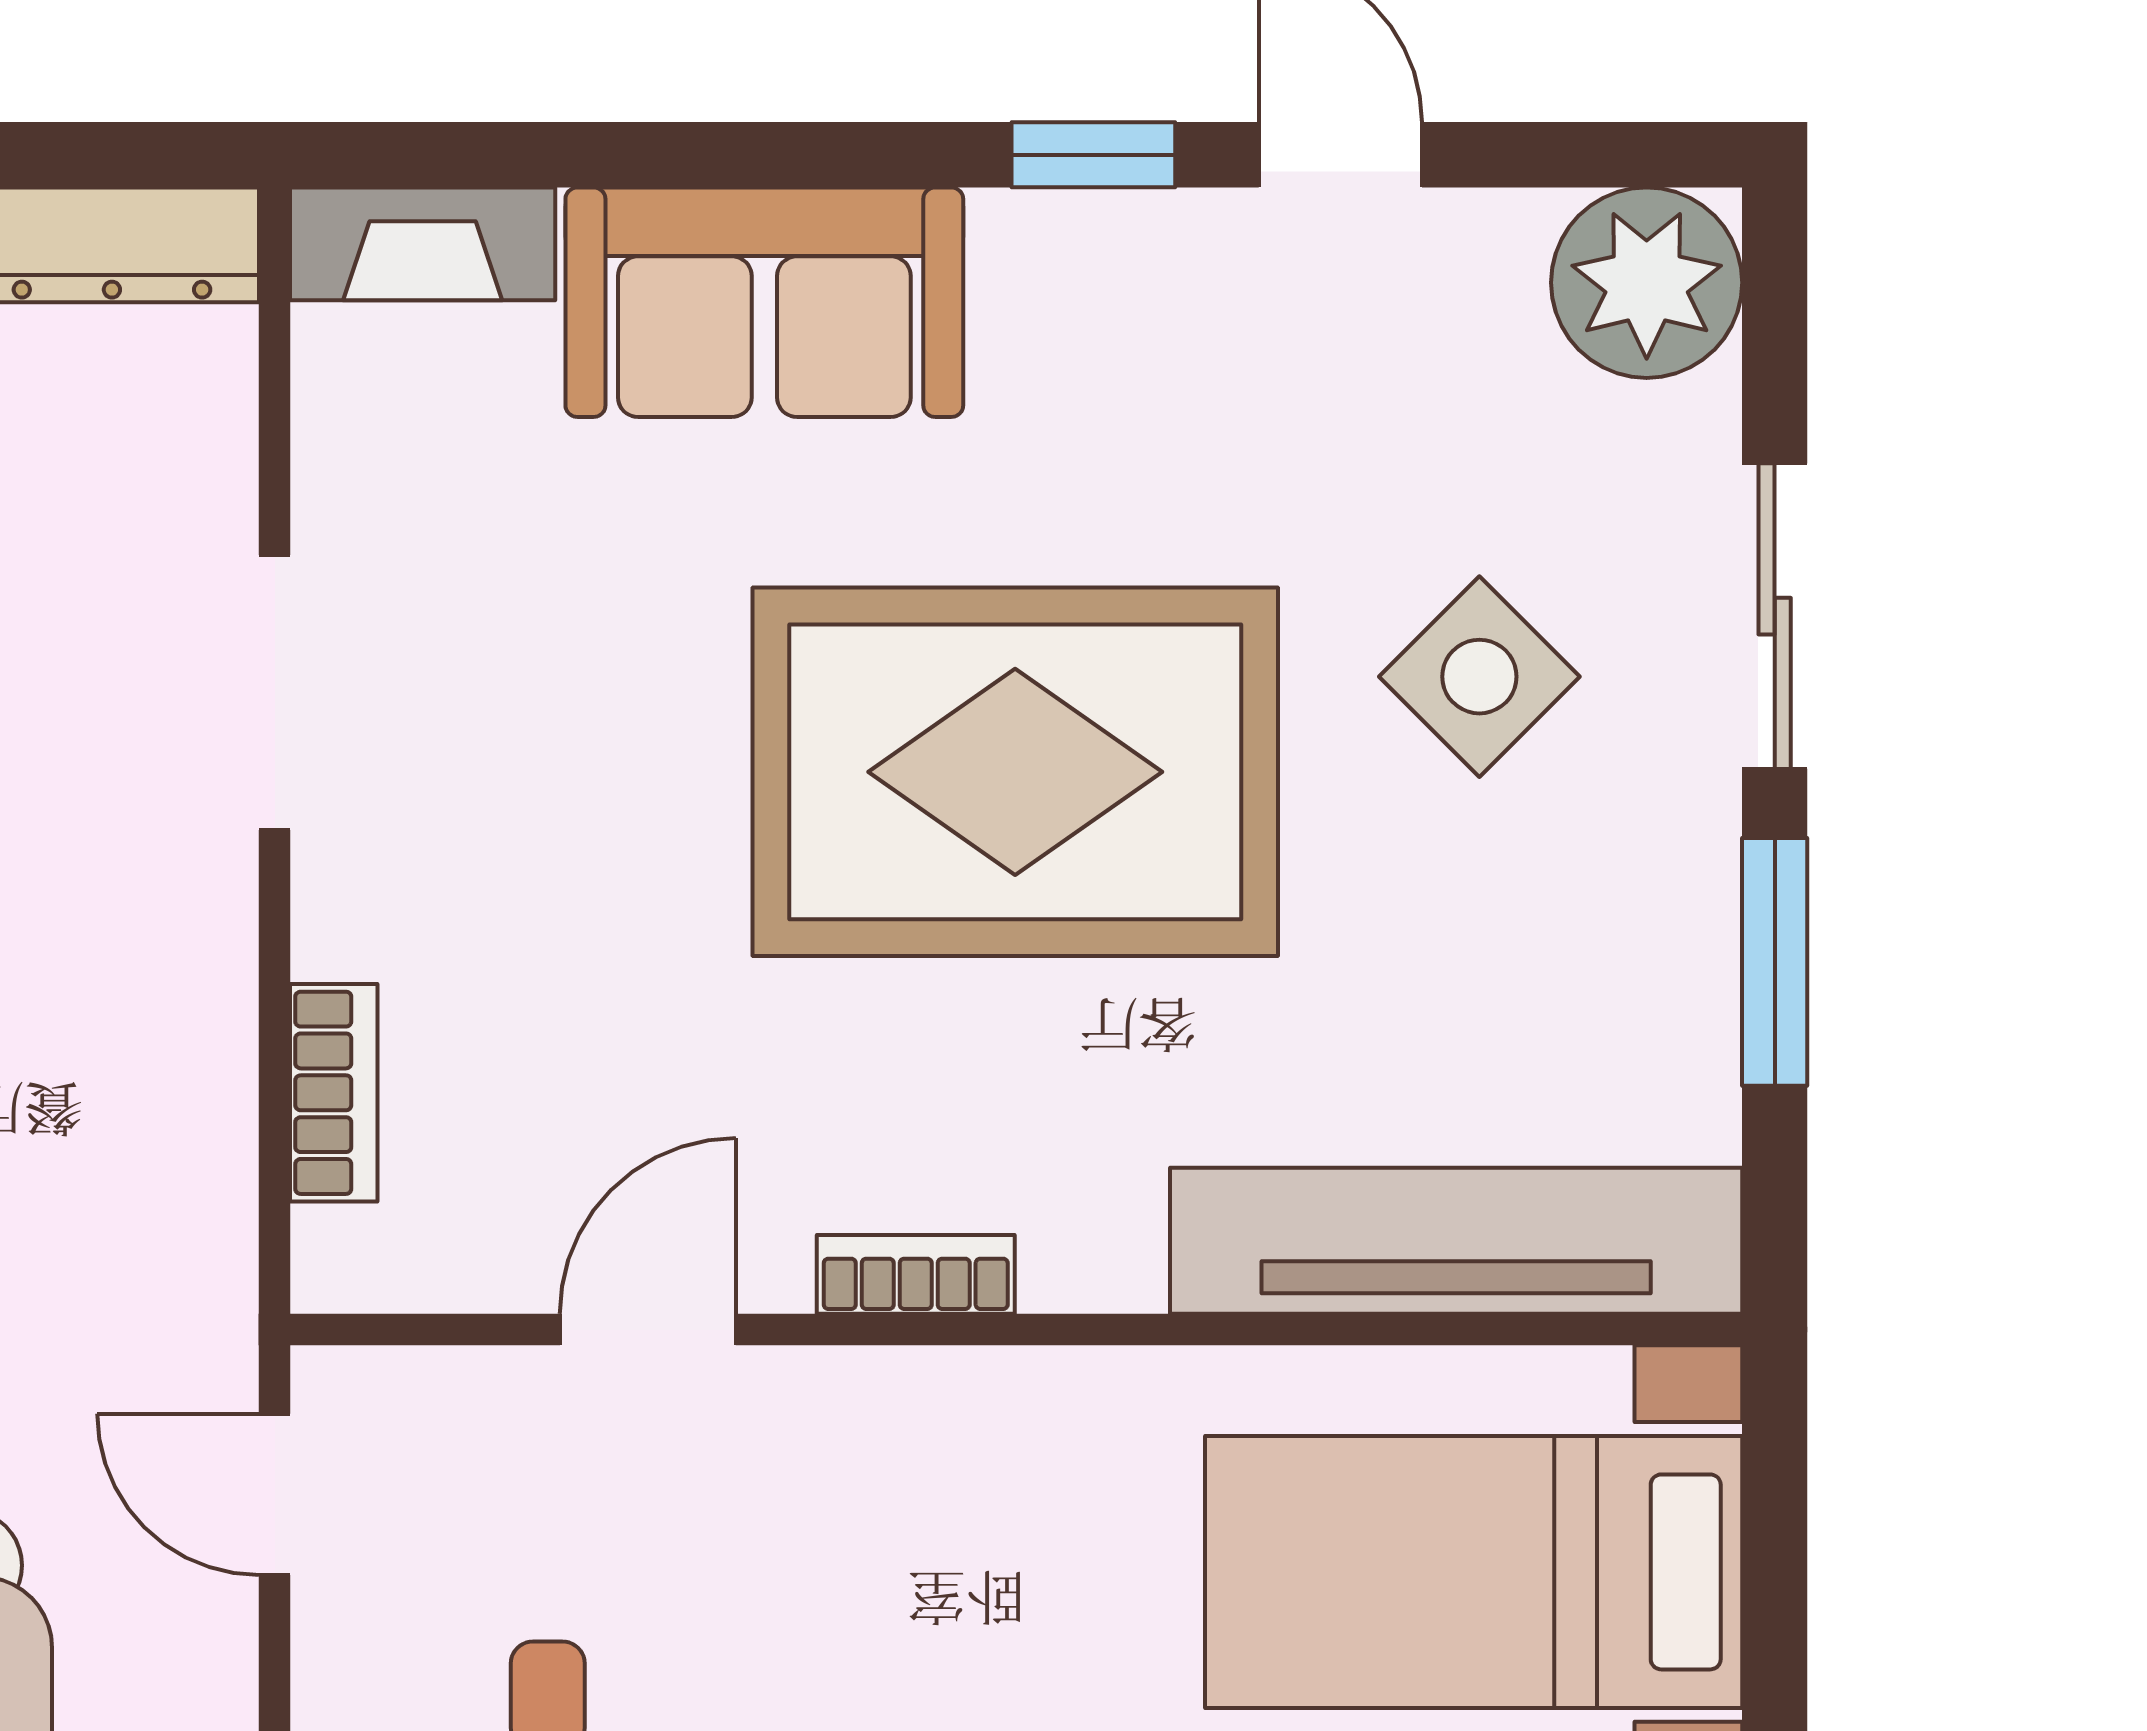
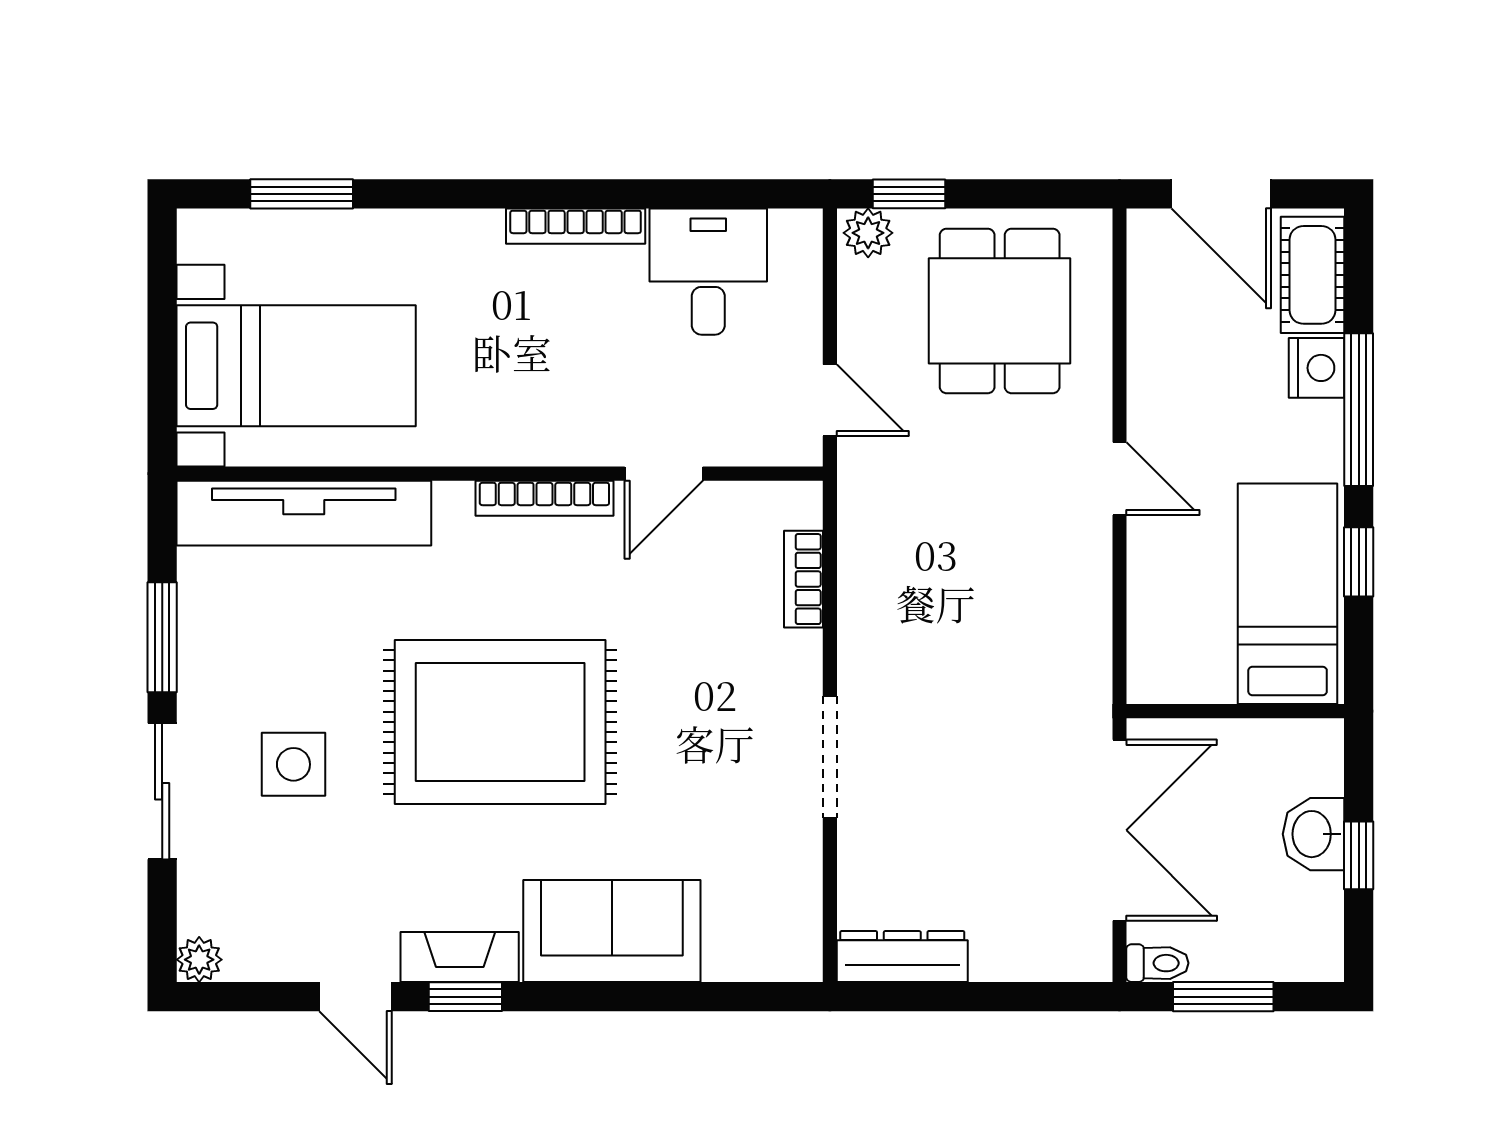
fireplace: (423, 244) -> (460, 957), moved
plant: (1647, 283) -> (199, 960), width x0.53, depth x0.53
side table: (1479, 677) -> (293, 764), turned 45
bookcase: (916, 1274) -> (544, 498), width x1.56

